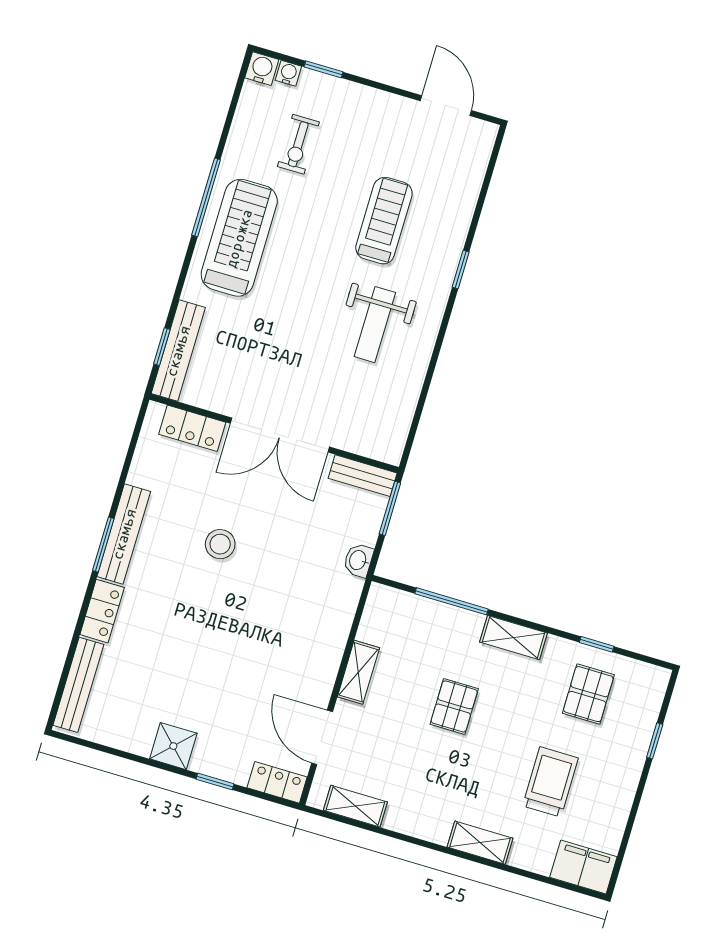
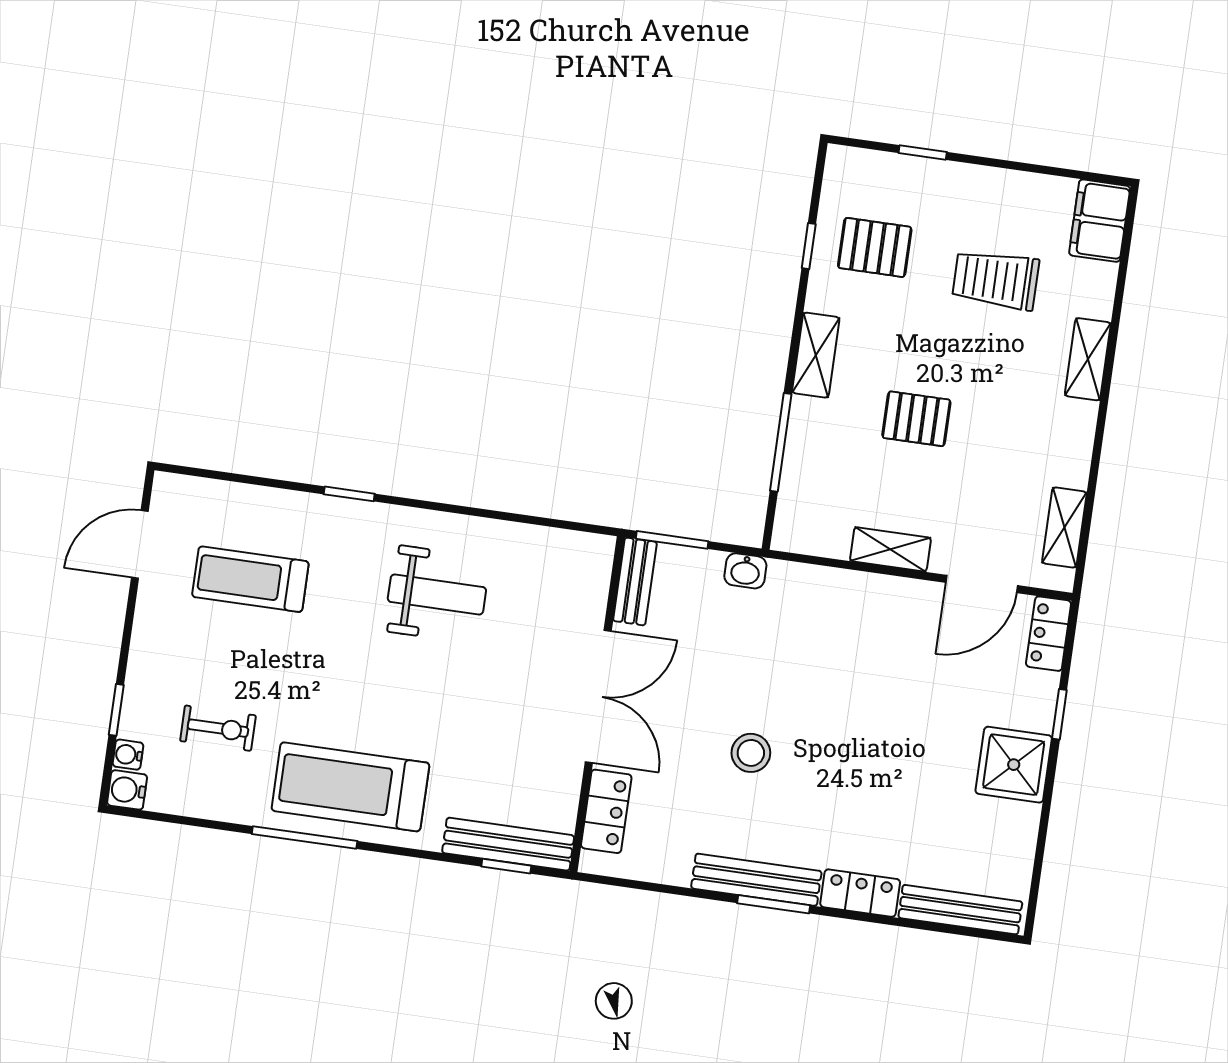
treadmill: (384, 221) -> (250, 579), moved
shower: (173, 746) -> (1014, 765), width x1.36, depth x1.36

